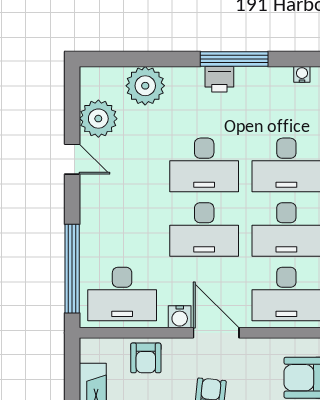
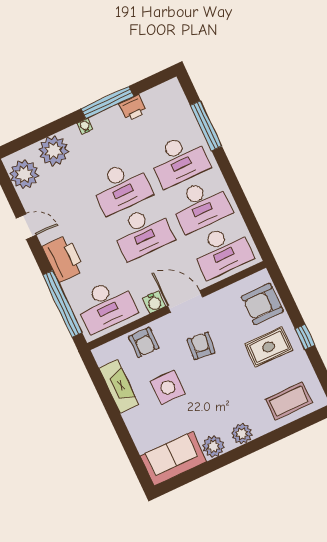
water cooler: (302, 74) -> (85, 126), moved
printer: (219, 79) -> (133, 108), moved
plant: (98, 119) -> (24, 174), moved
printer: (98, 217) -> (64, 259), added

